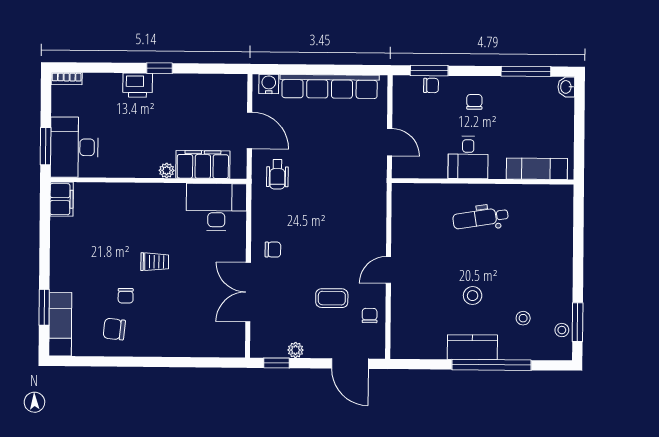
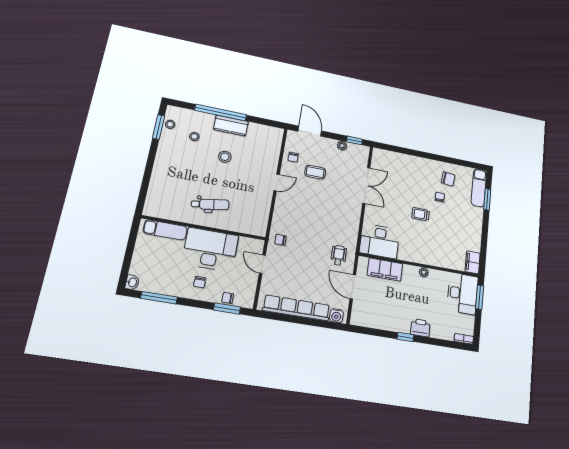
desk: (468, 157) -> (210, 249), width x1.87, depth x1.30
plant: (167, 170) -> (424, 272), moved
chair: (273, 250) -> (280, 240), moved

